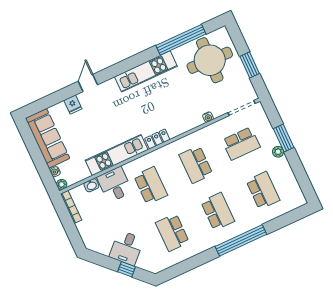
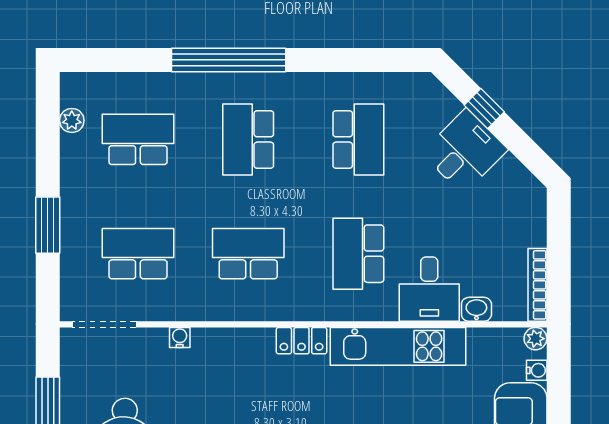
plant: (278, 152) -> (72, 120), moved
school desk: (196, 165) -> (248, 254), turned -90
school desk: (263, 190) -> (138, 139), turned 90

